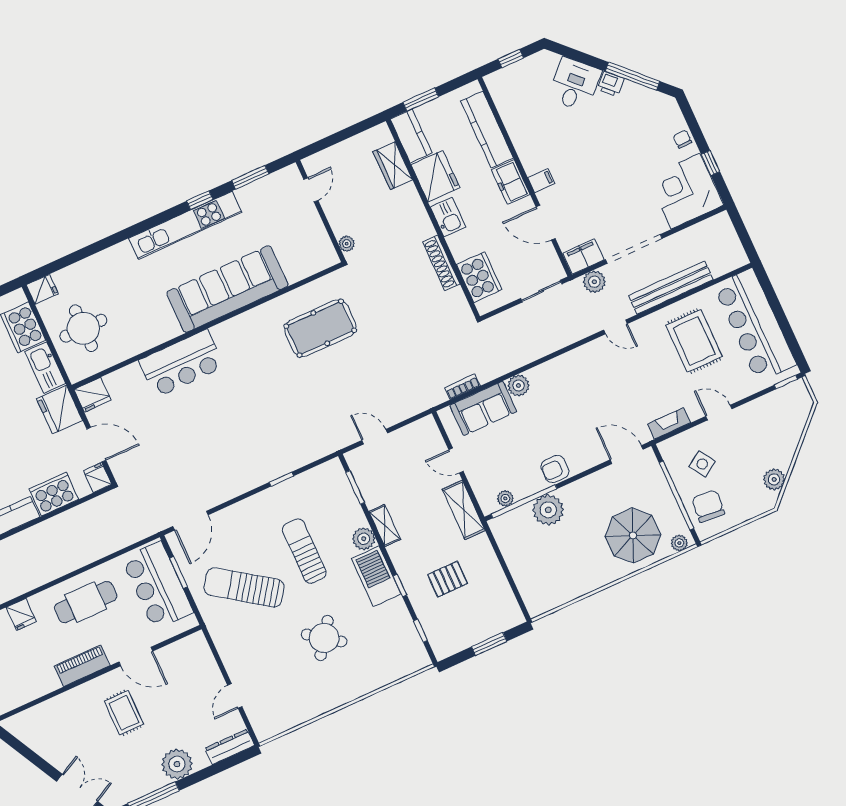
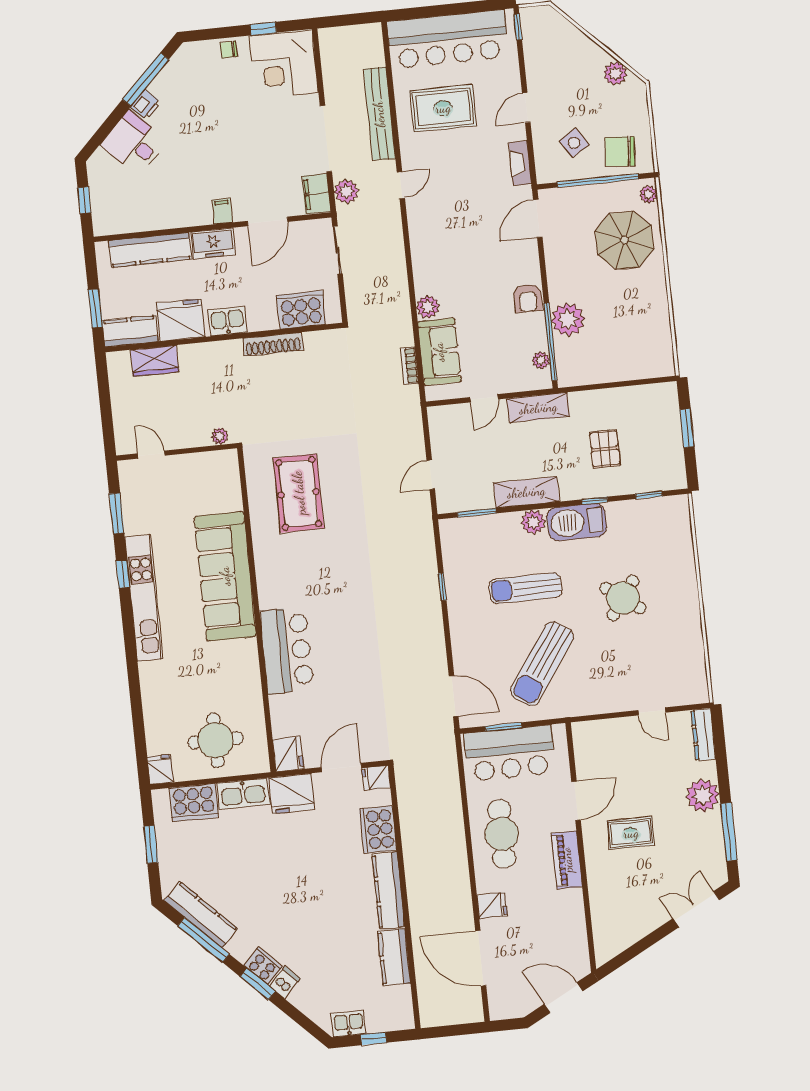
shelving: (385, 525) -> (526, 492), width x1.50, depth x1.33

